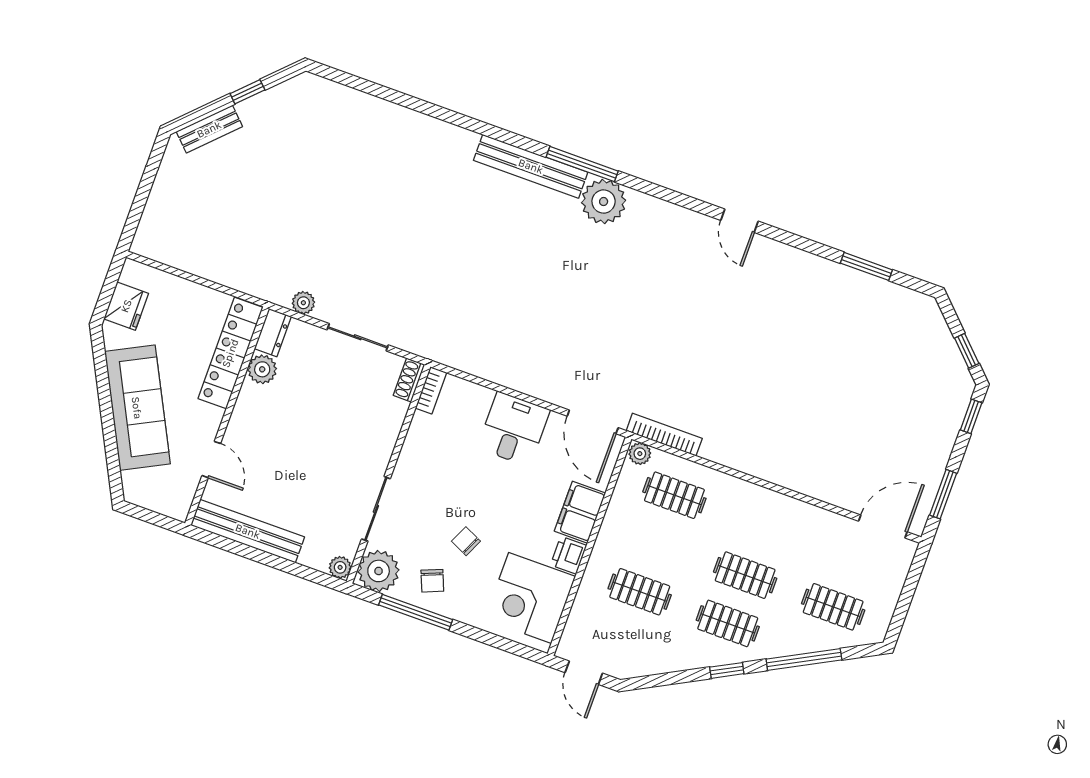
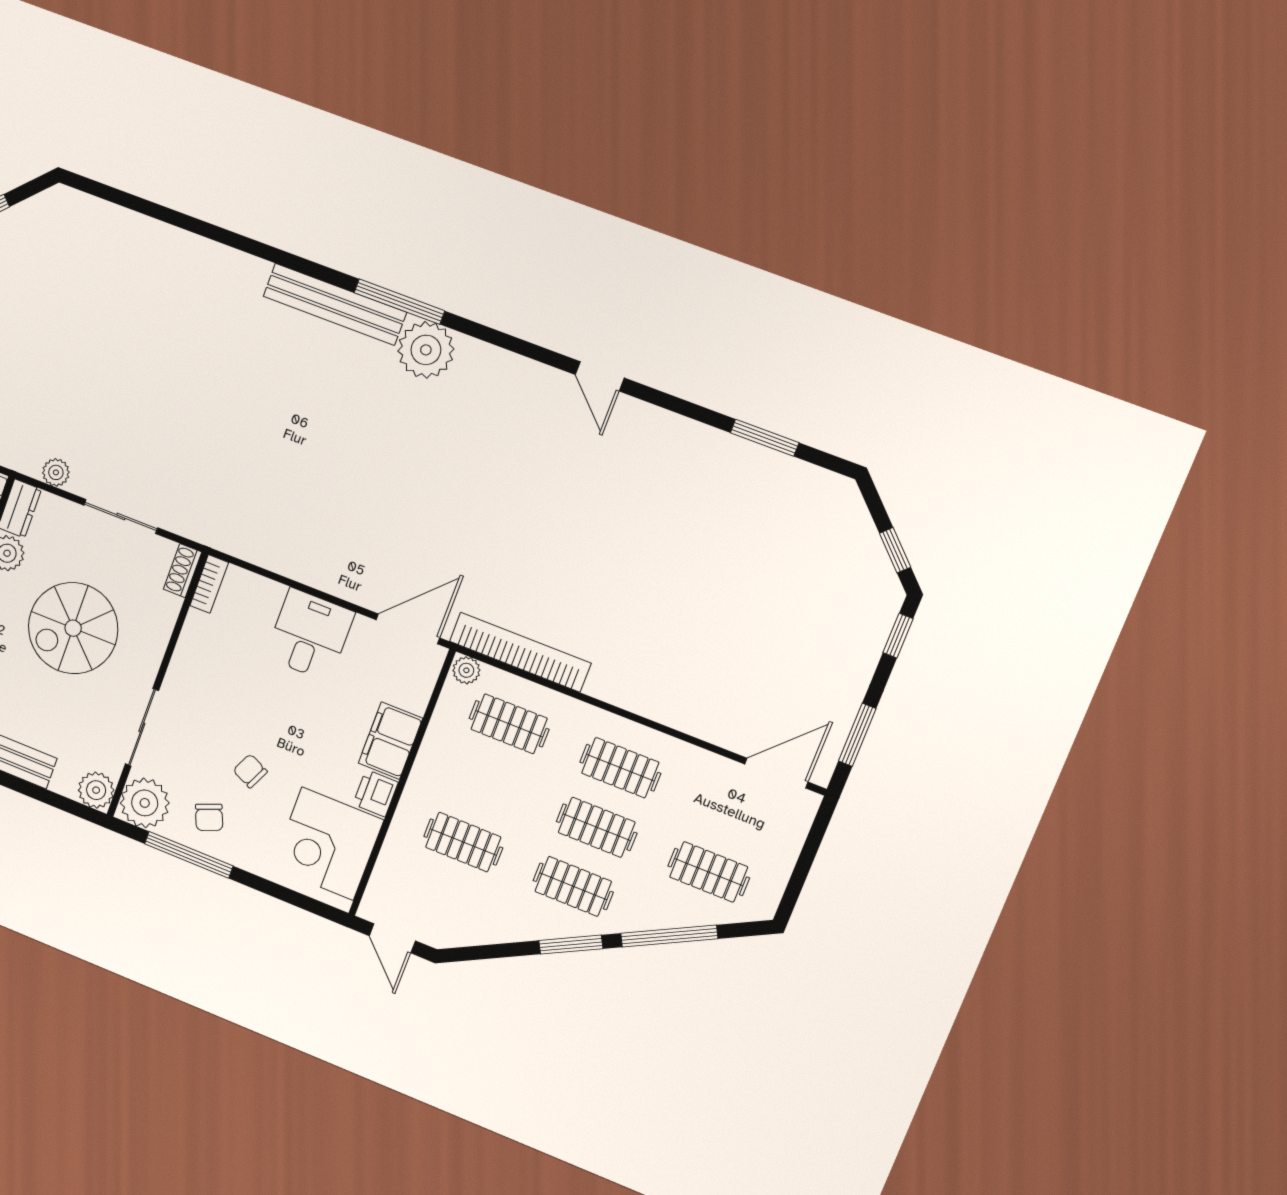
door: (593, 422) -> (408, 629), swing flipped
spiral stairs: (318, 429) -> (73, 628), added
bookcase: (664, 435) -> (520, 652), width x1.48, depth x1.31
clothes rail: (762, 527) -> (620, 768), added
plant: (340, 567) -> (96, 790), width x1.38, depth x1.38
window: (727, 670) -> (571, 945), width x1.50

